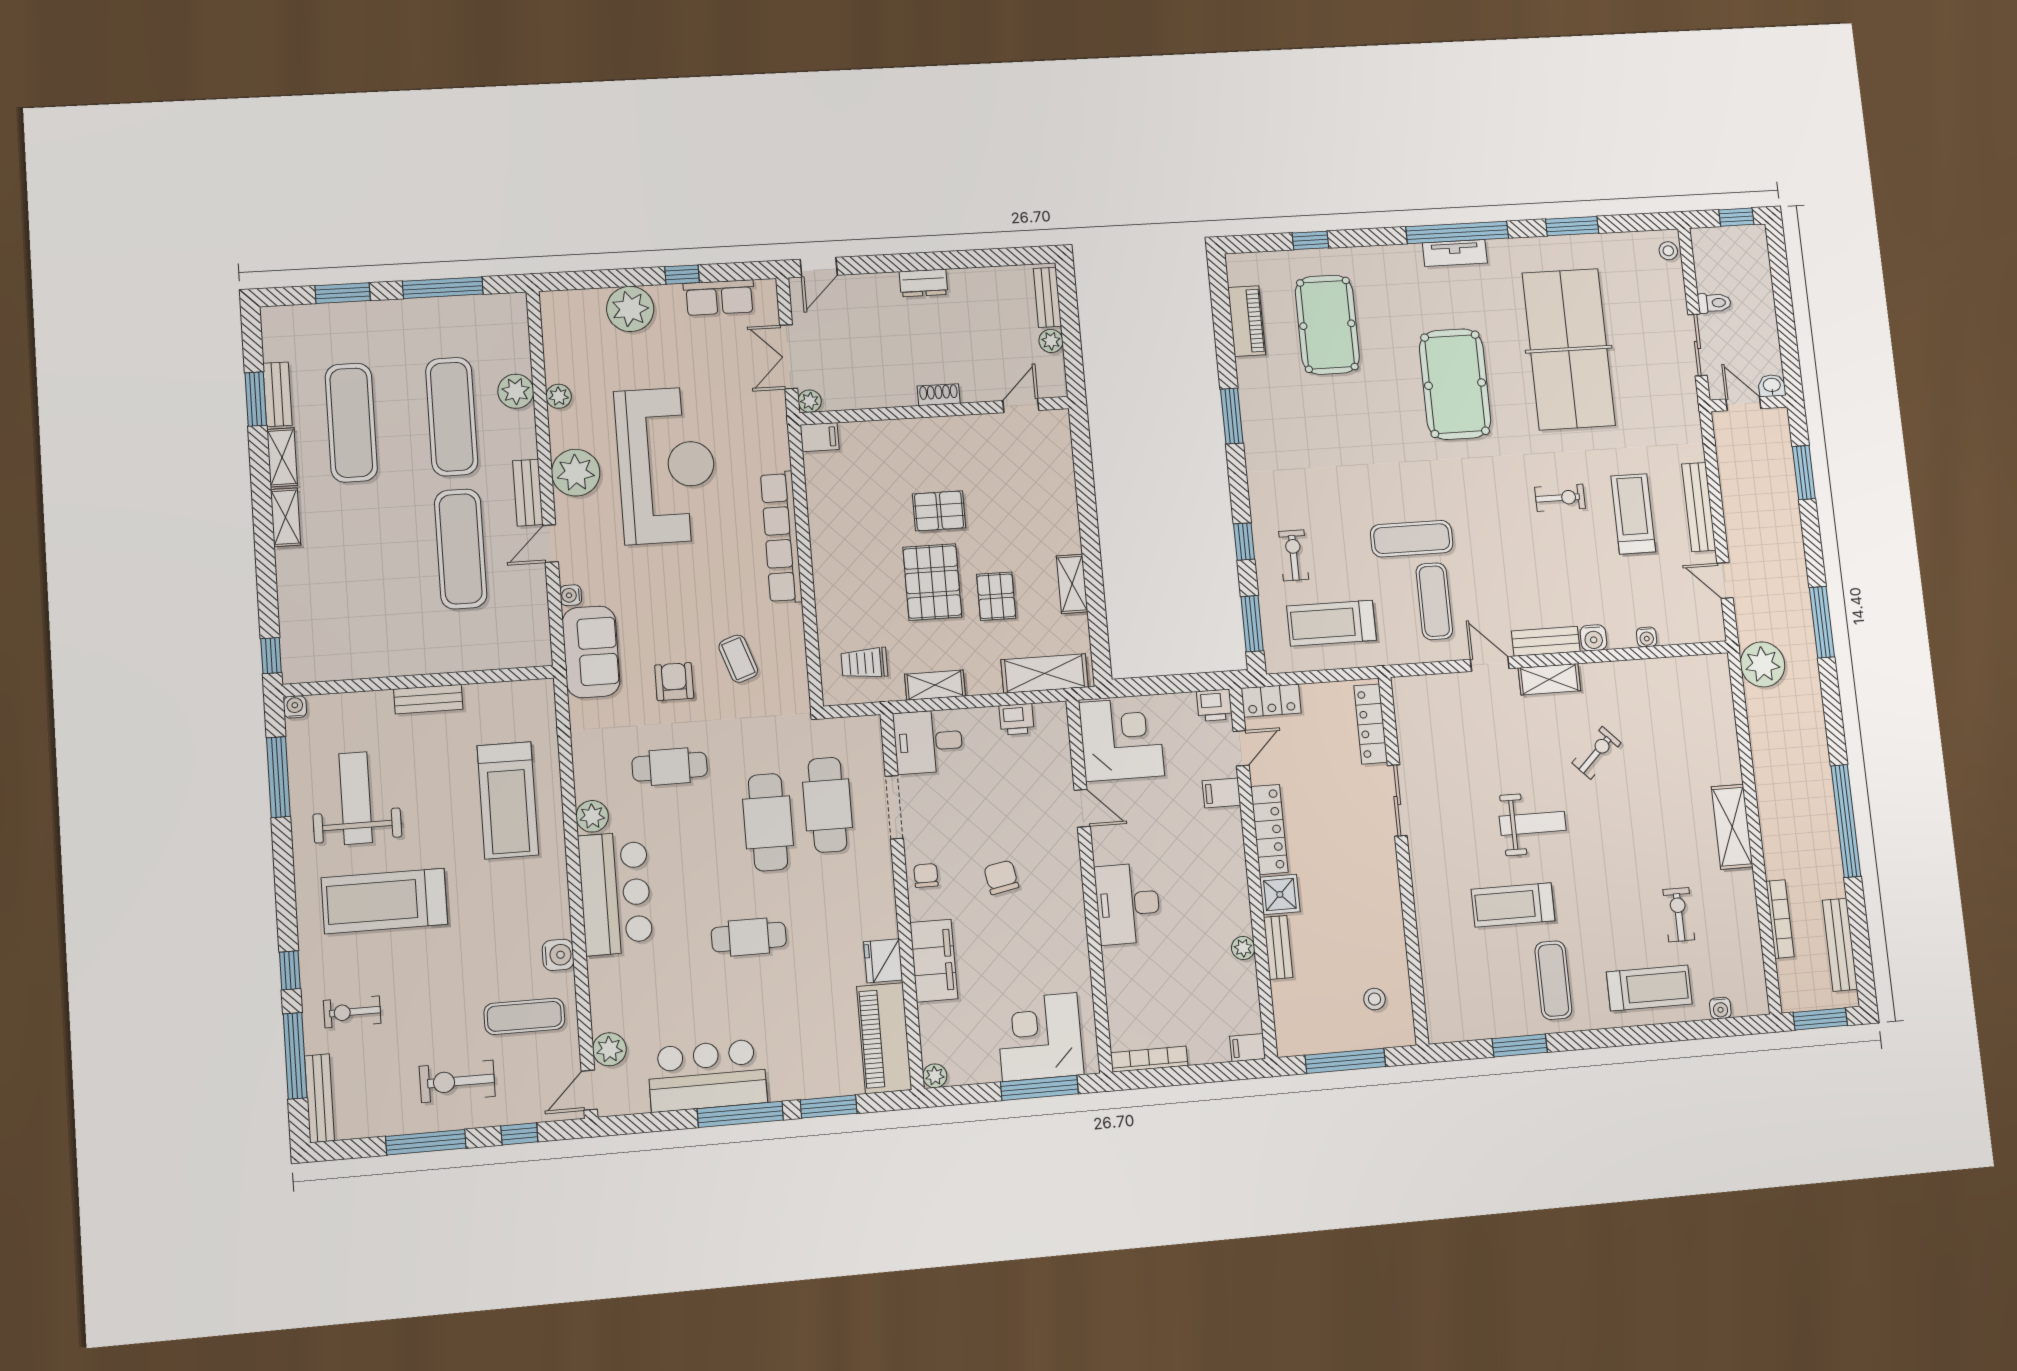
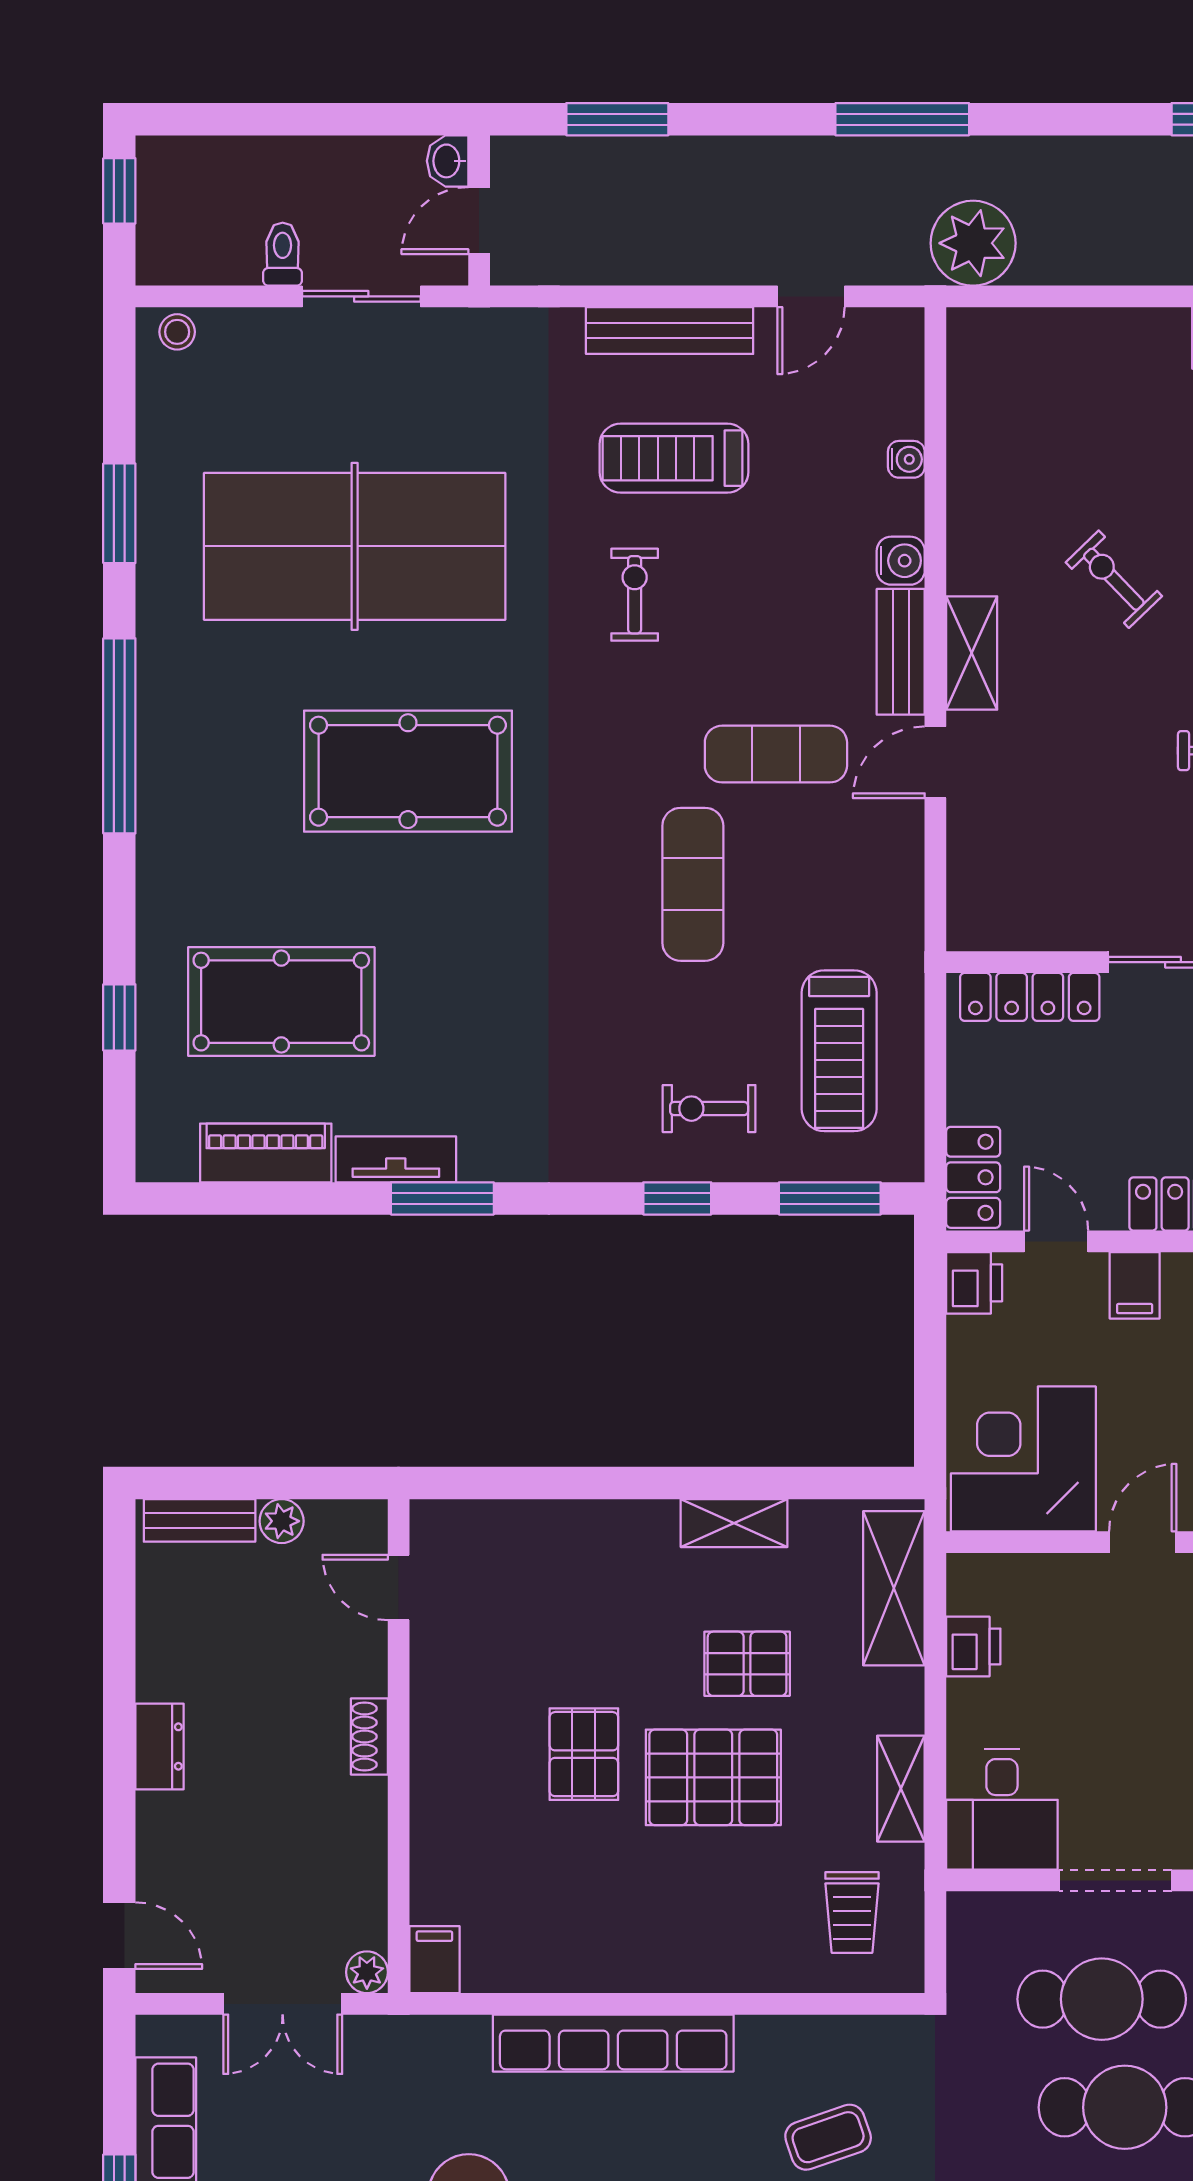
tv unit: (1455, 253) -> (396, 1159), moved, turned -90
exercise mat: (1434, 601) -> (776, 754), moved

